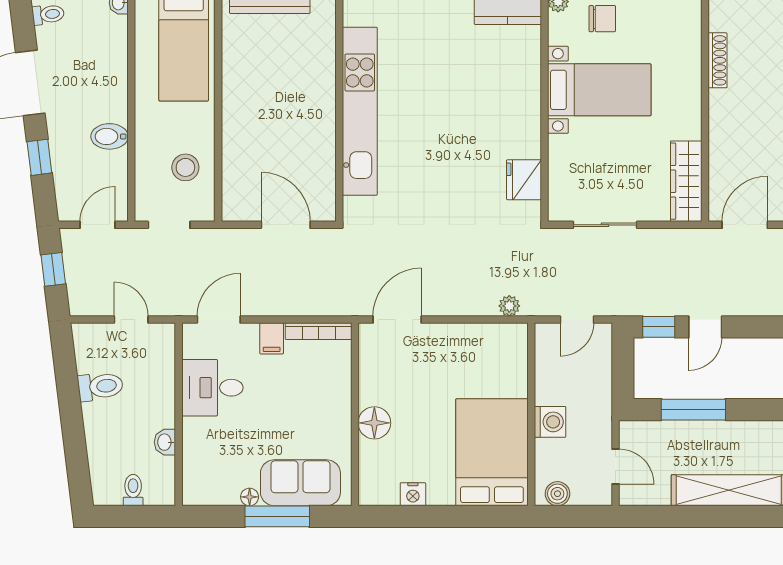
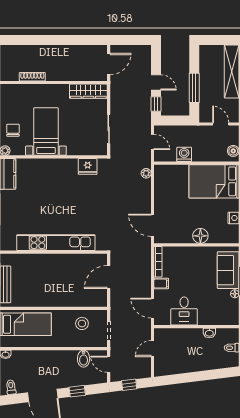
bidet: (110, 136) -> (84, 359), moved
door: (745, 225) -> (109, 64), swing flipped
toilet: (100, 386) -> (184, 363), removed
washing machine: (550, 422) -> (184, 154), moved
door: (615, 467) -> (221, 124), hinge flipped

